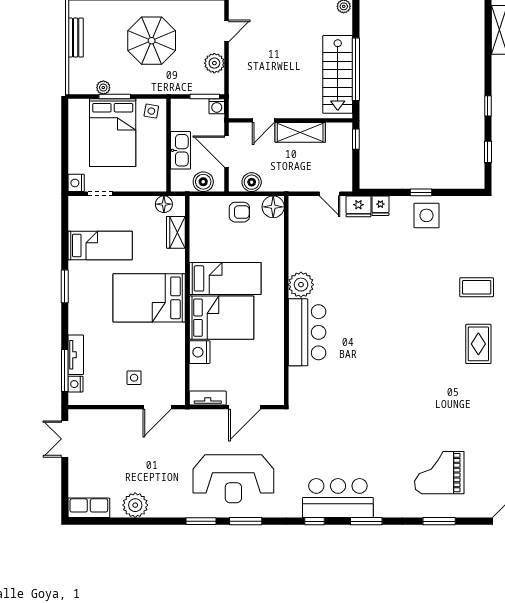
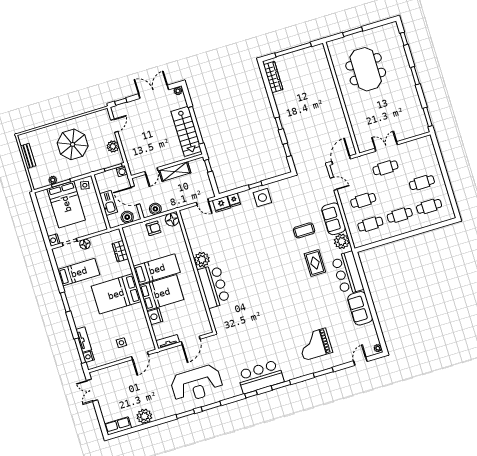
floor lamp: (164, 204) -> (85, 244), moved

